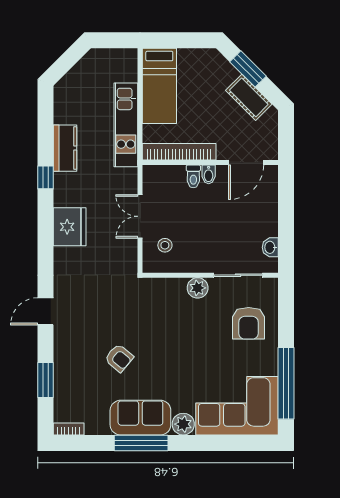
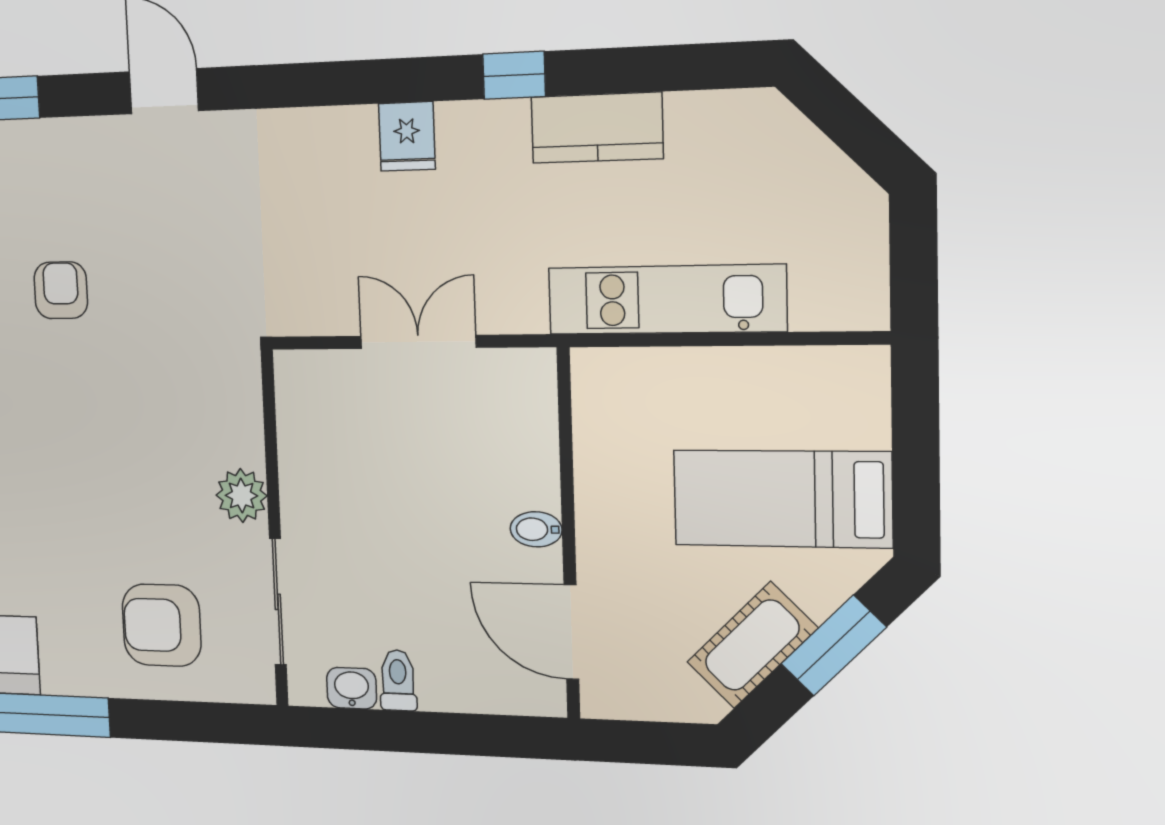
bed: (159, 86) -> (782, 499), moved
bookcase: (179, 152) -> (595, 449), removed
toilet: (193, 176) -> (398, 680), moved, turned 90
fridge: (70, 227) -> (407, 136), width x0.53, depth x0.75
stool: (165, 245) -> (346, 410), removed
armchair: (119, 358) -> (61, 290), turned 140

